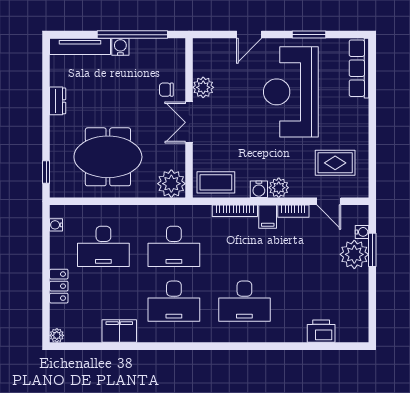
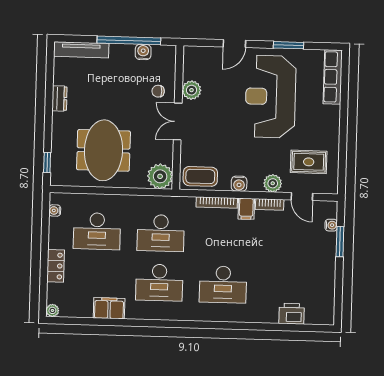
water cooler: (120, 47) -> (143, 52), moved
meeting table: (108, 157) -> (103, 150), turned 90
plant: (279, 188) -> (273, 183), moved
plant: (354, 254) -> (324, 245), removed

